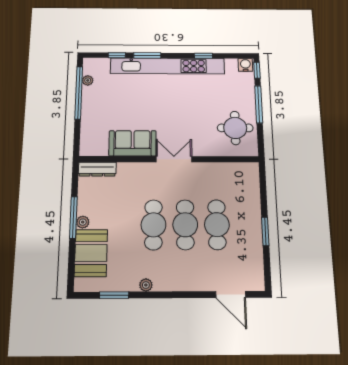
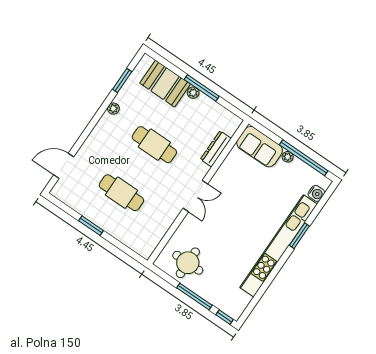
window: (117, 55) -> (317, 211), removed
window: (203, 56) -> (268, 282), removed
water cooler: (245, 65) -> (316, 193), moved
plant: (88, 80) -> (288, 157), moved
sofa: (133, 143) -> (260, 147), moved, turned 90
dresser: (97, 169) -> (216, 149), moved
cafe table: (185, 225) -> (138, 169), removed

